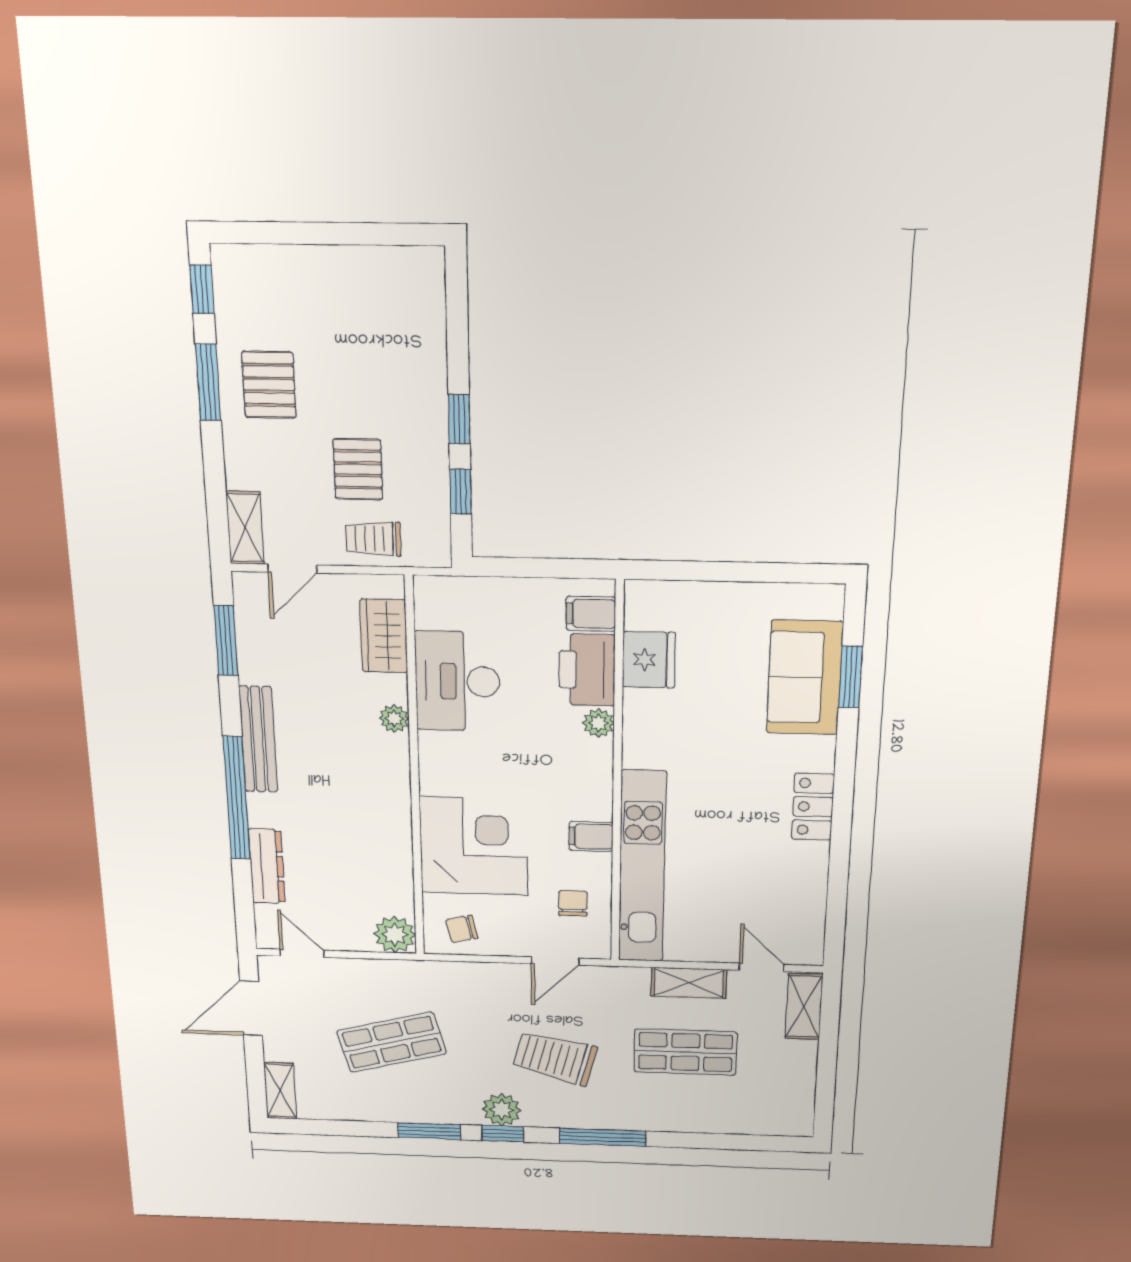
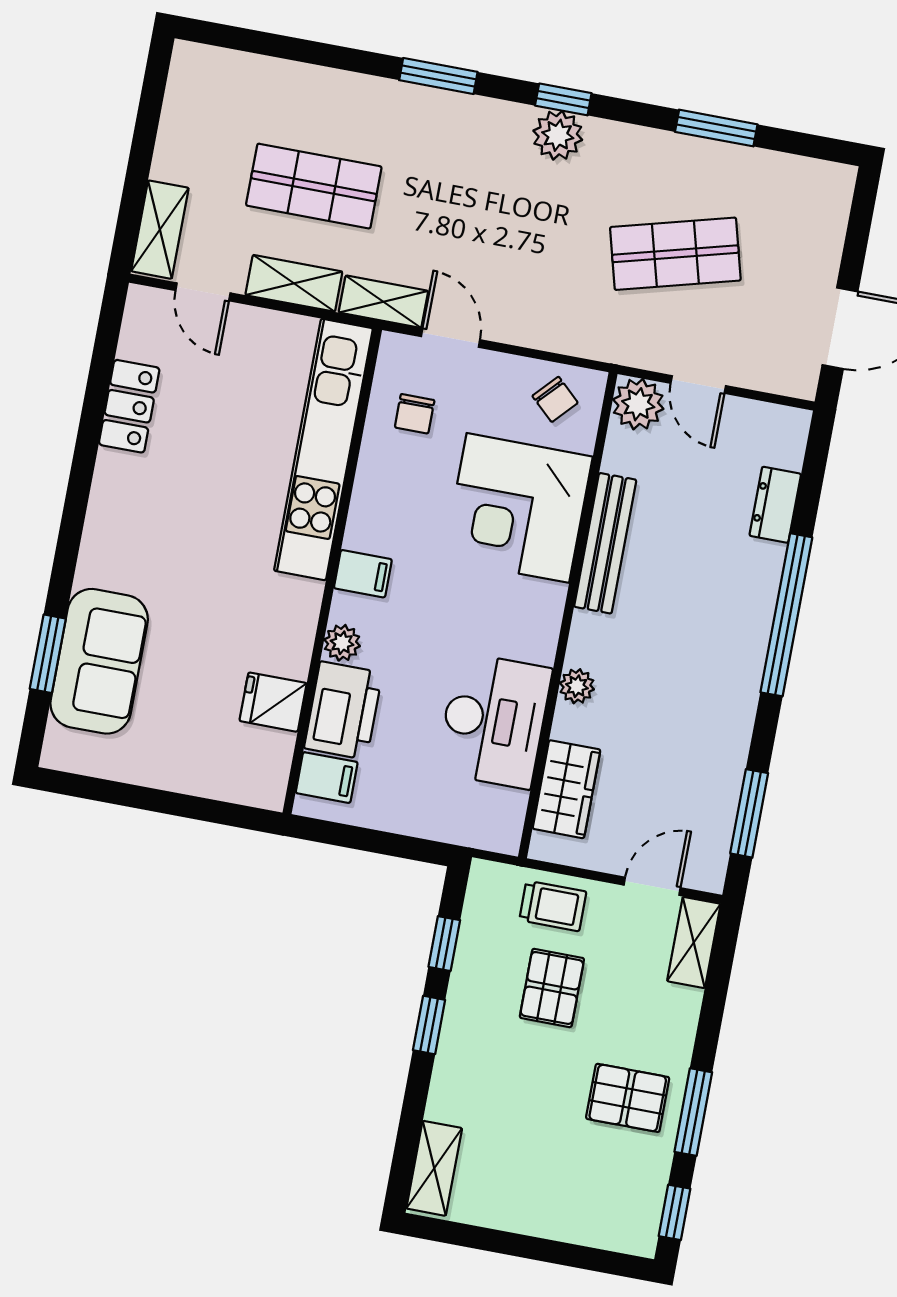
shelving: (427, 291) -> (434, 1168), added
pallet: (269, 385) -> (628, 1098), turned 90
fridge: (649, 660) -> (273, 702), width x0.72
bench: (258, 739) -> (605, 543), moved
locker: (813, 807) -> (129, 406), moved
filing cabinet: (591, 836) -> (363, 574), moved
dresser: (267, 866) -> (775, 505), width x0.70
chair: (462, 929) -> (555, 399), turned 56
door: (302, 953) -> (698, 384), moved
door: (555, 961) -> (450, 338), hinge flipped
trolley: (555, 1058) -> (476, 201), removed
shelving: (280, 1091) -> (383, 302), moved, turned 90
window: (429, 1131) -> (716, 128), moved
window: (602, 1137) -> (438, 76), width x0.69

